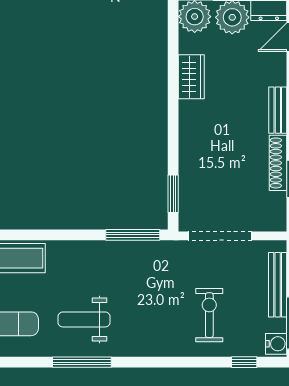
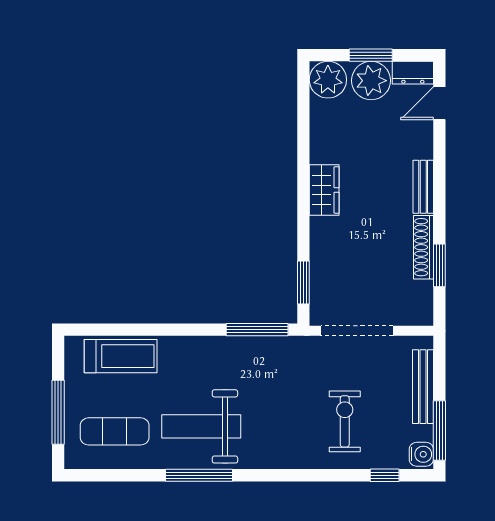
wardrobe: (191, 77) -> (324, 190), moved
weight bench: (84, 319) -> (201, 426), width x1.36, depth x1.33

